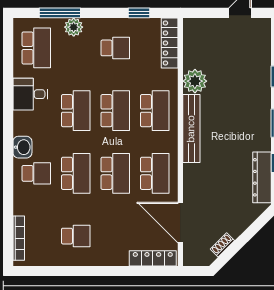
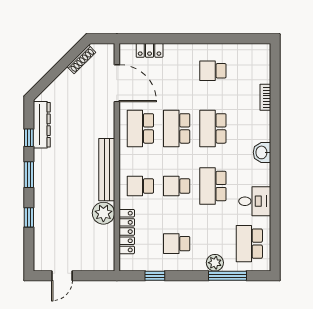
locker: (170, 43) -> (127, 232), moved
school desk: (115, 111) -> (177, 186), width x0.54
school desk: (155, 111) -> (140, 186), width x0.54
school desk: (36, 173) -> (249, 128), removed
bookcase: (19, 238) -> (265, 97), moved, width x0.64
shoe rack: (222, 245) -> (81, 59), width x1.43
locker: (153, 258) -> (150, 50), width x0.66

